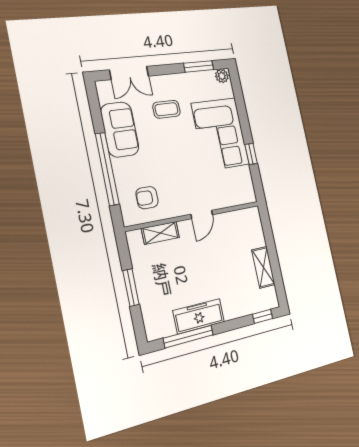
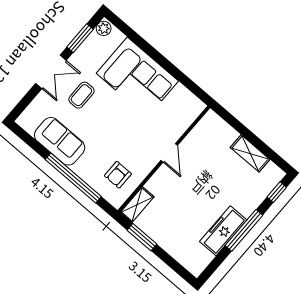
double door: (129, 73) -> (51, 72), moved
window: (251, 154) -> (174, 71), removed
shelving: (160, 233) -> (137, 205), moved
window: (131, 287) -> (142, 237), moved
window: (188, 337) -> (244, 230), moved

